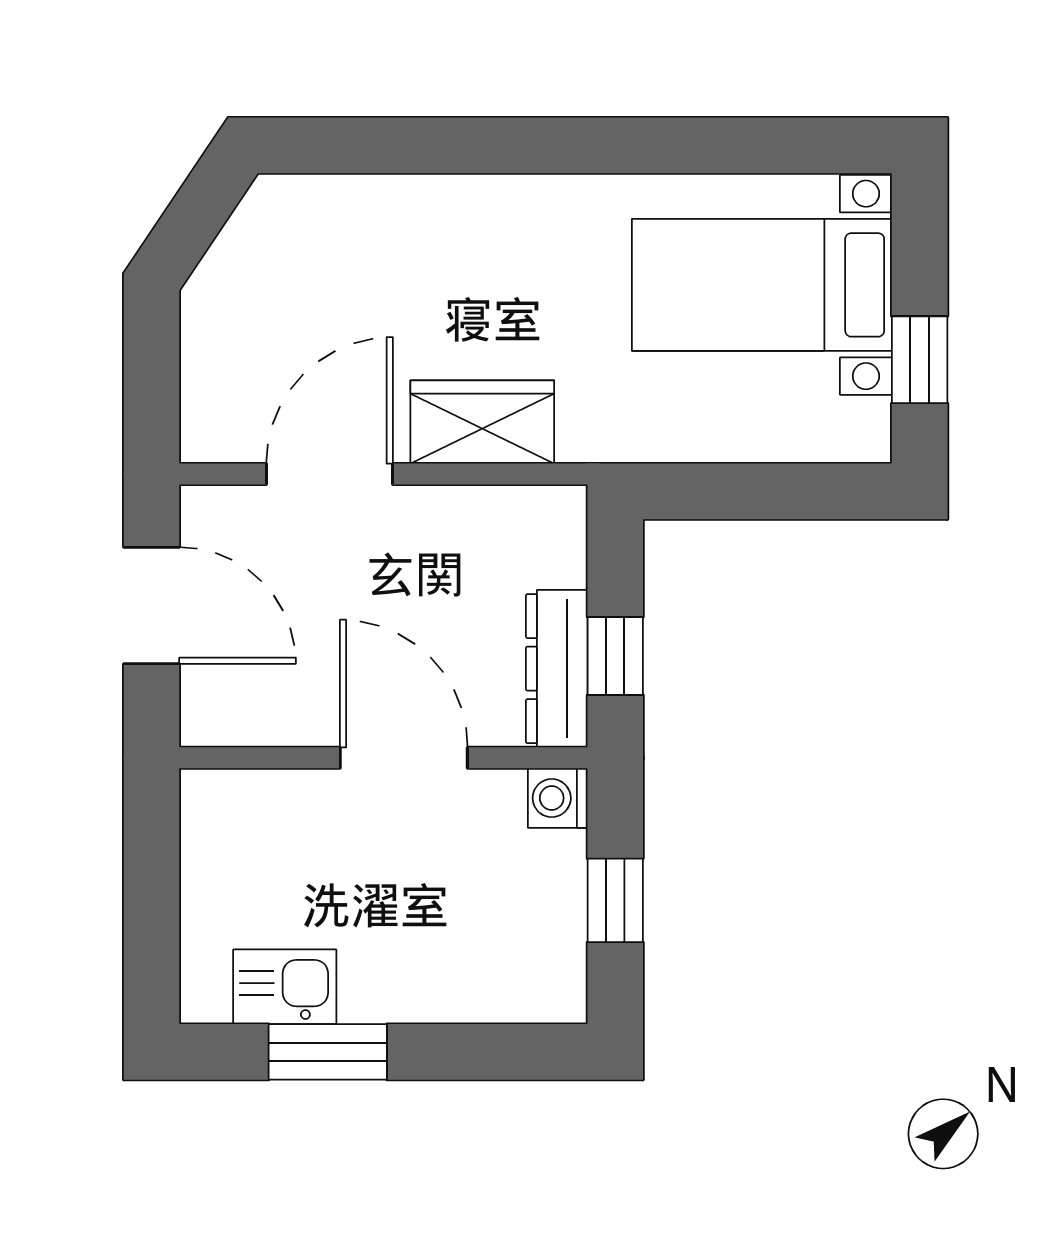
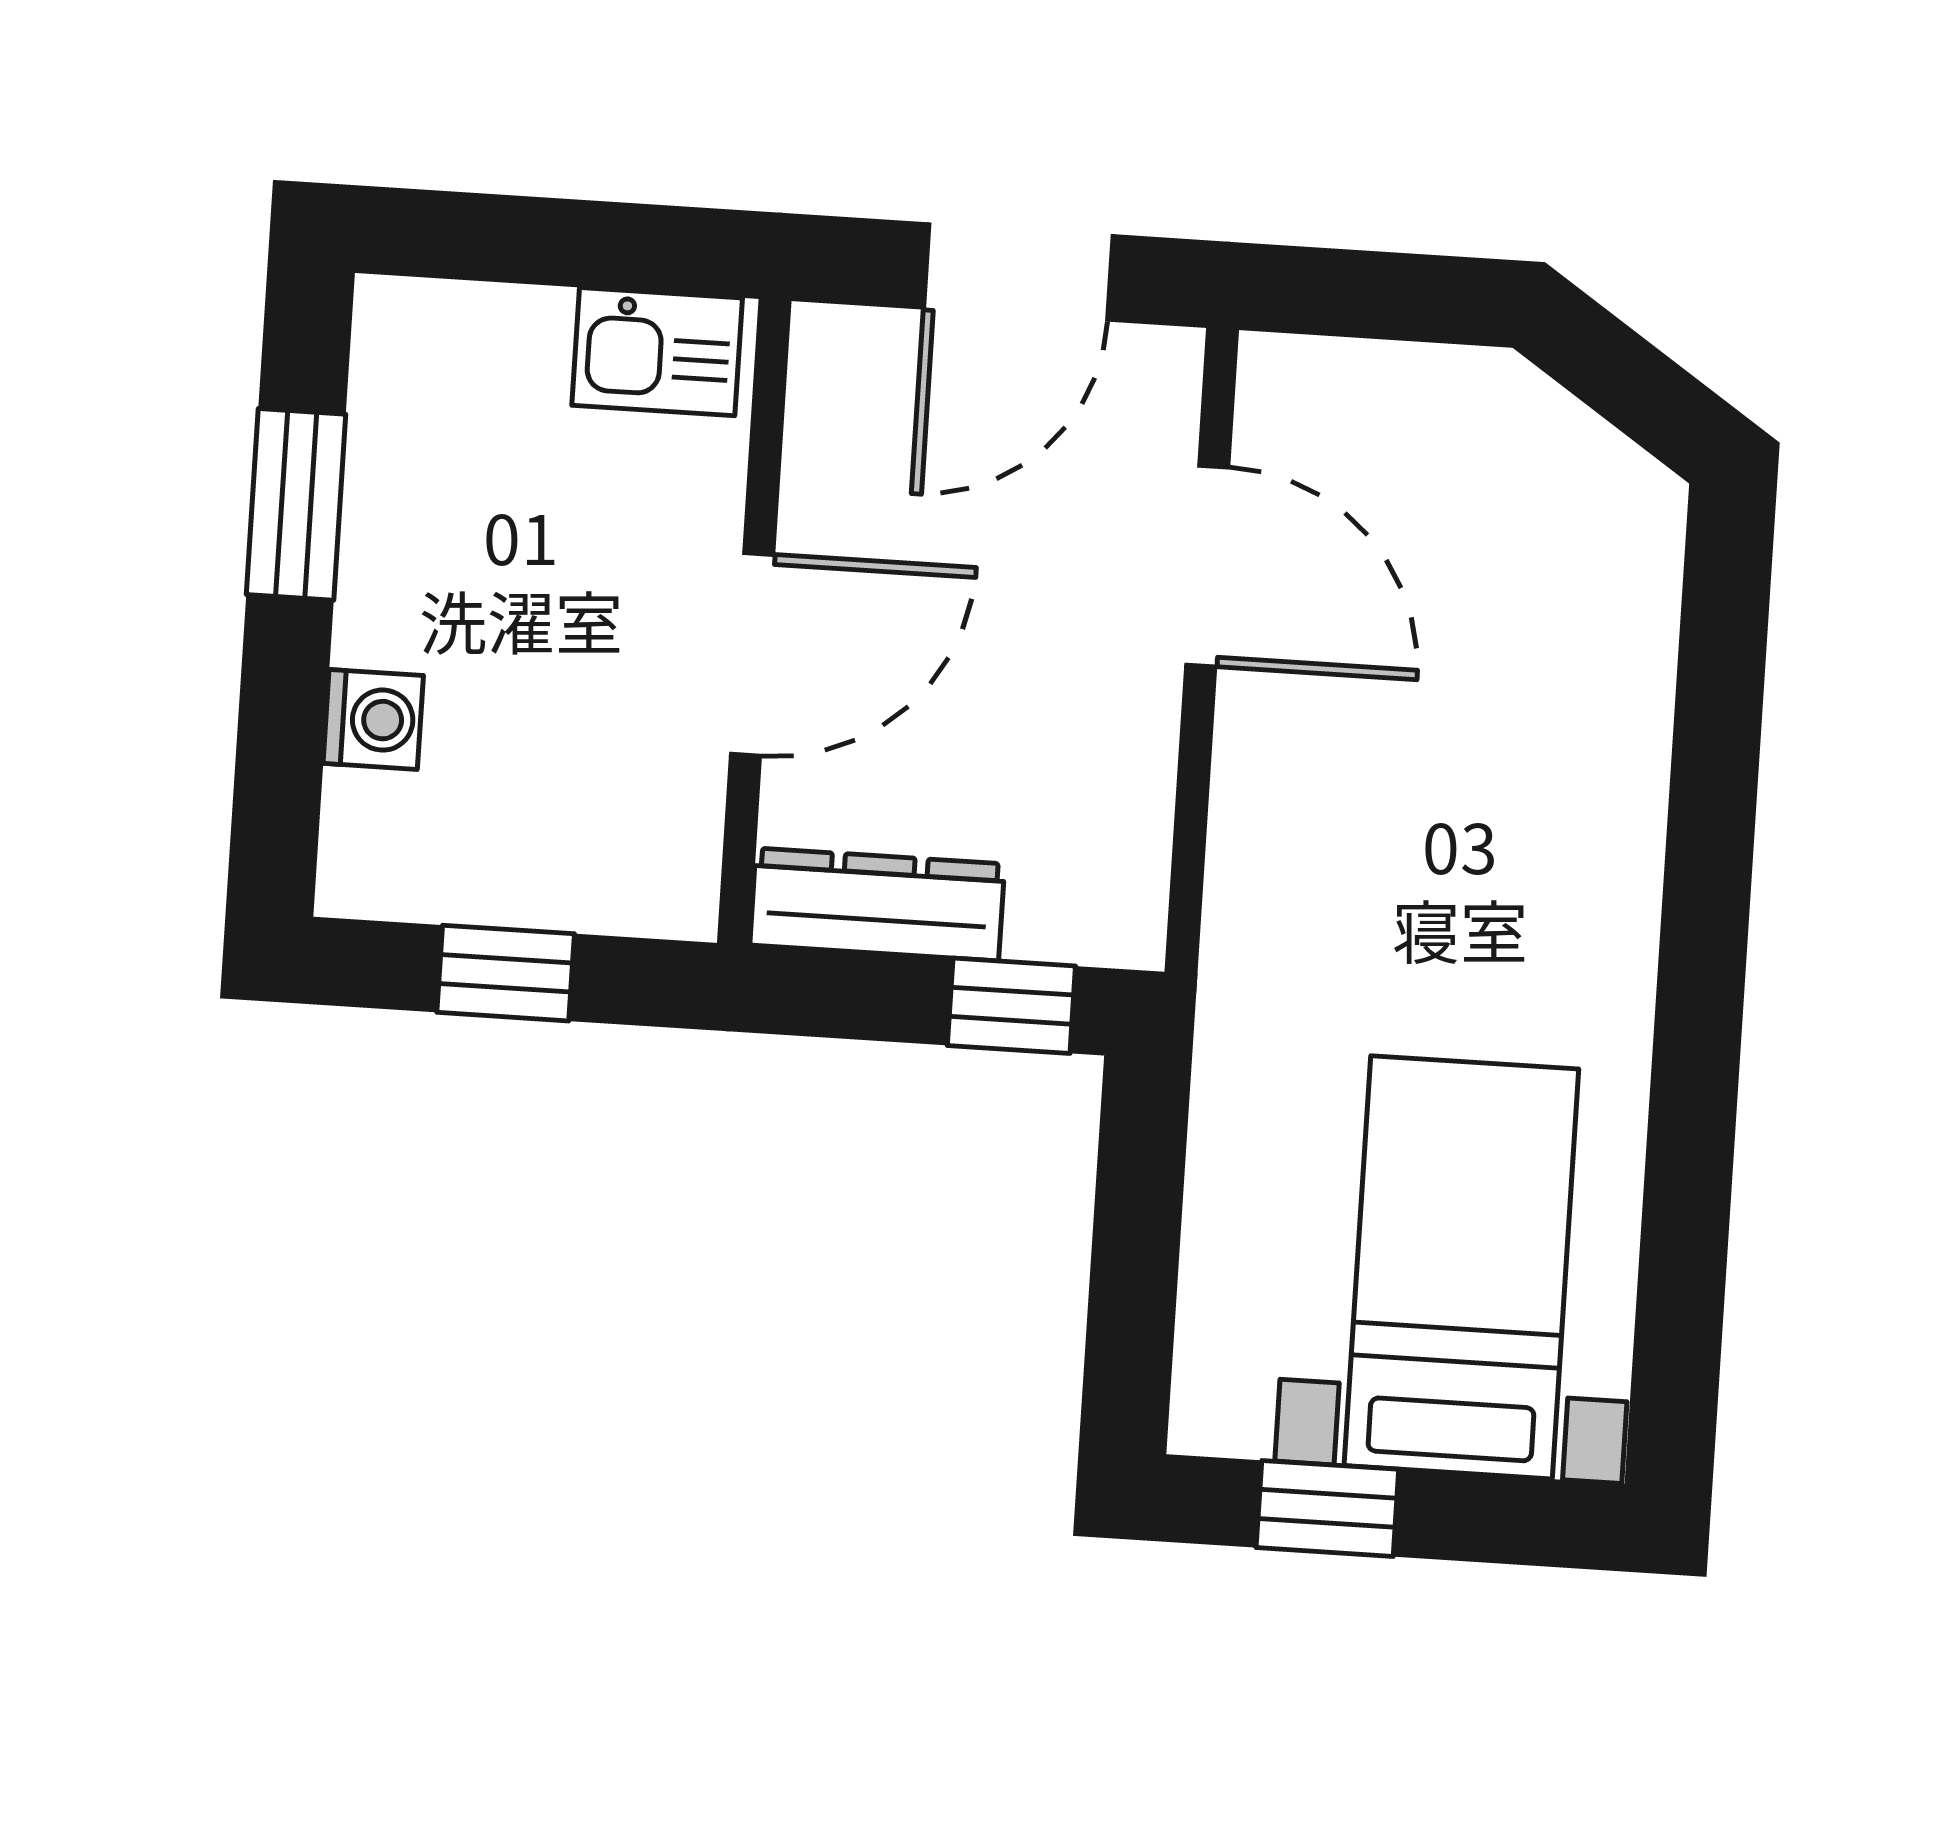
wardrobe: (482, 422) -> (1274, 812), removed
window: (615, 656) -> (1011, 1006), moved
washing machine: (558, 798) -> (373, 719), moved, turned 90
kitchen sink: (285, 987) -> (657, 352), moved, turned 90

